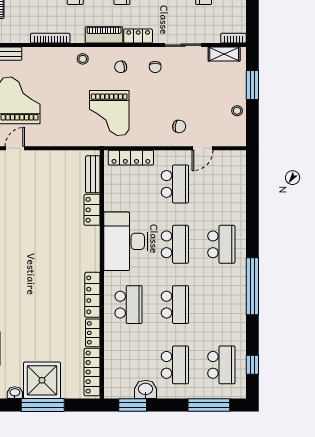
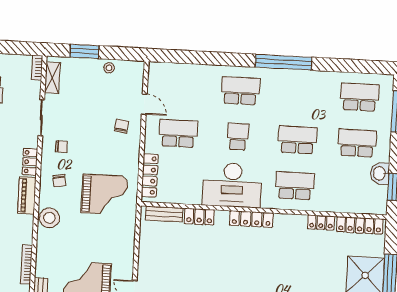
bookcase: (50, 38) -> (26, 264), moved
stool: (83, 59) -> (49, 218), width x1.89, depth x1.89
school desk: (175, 244) -> (238, 137), width x0.54
locker: (92, 295) -> (251, 219), moved
window: (252, 365) -> (361, 66), removed

